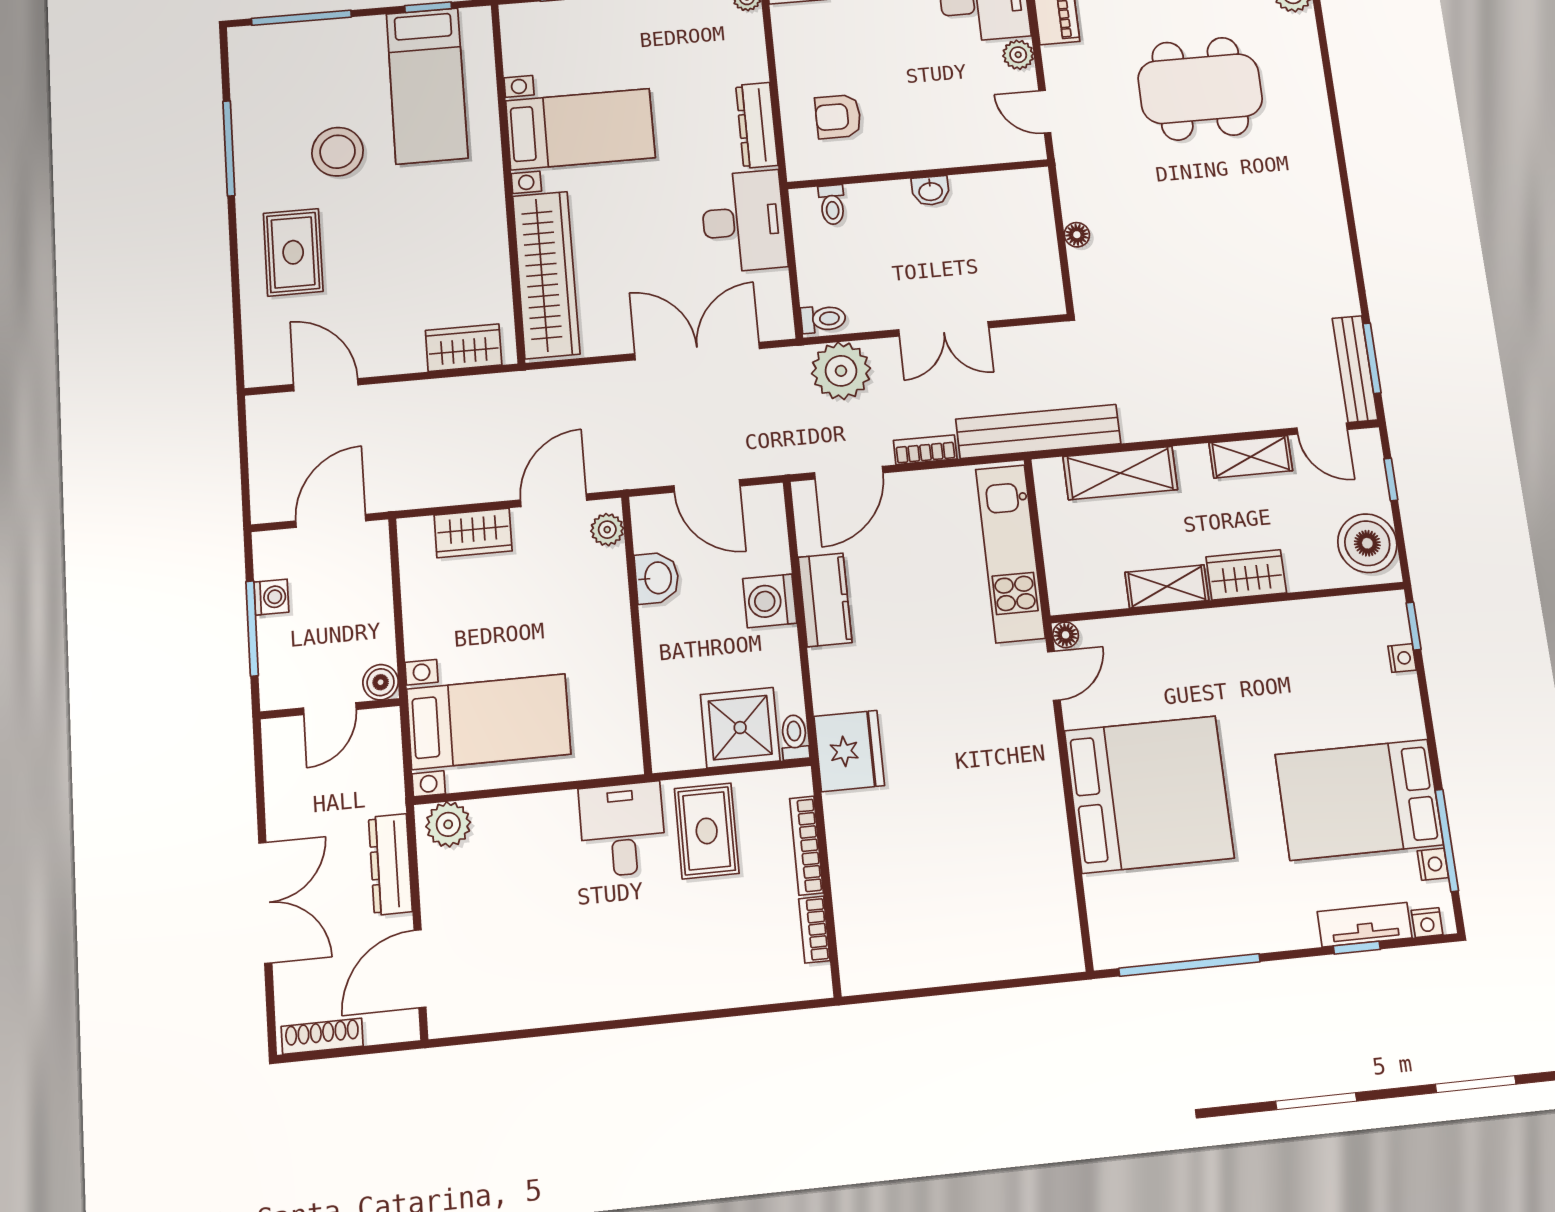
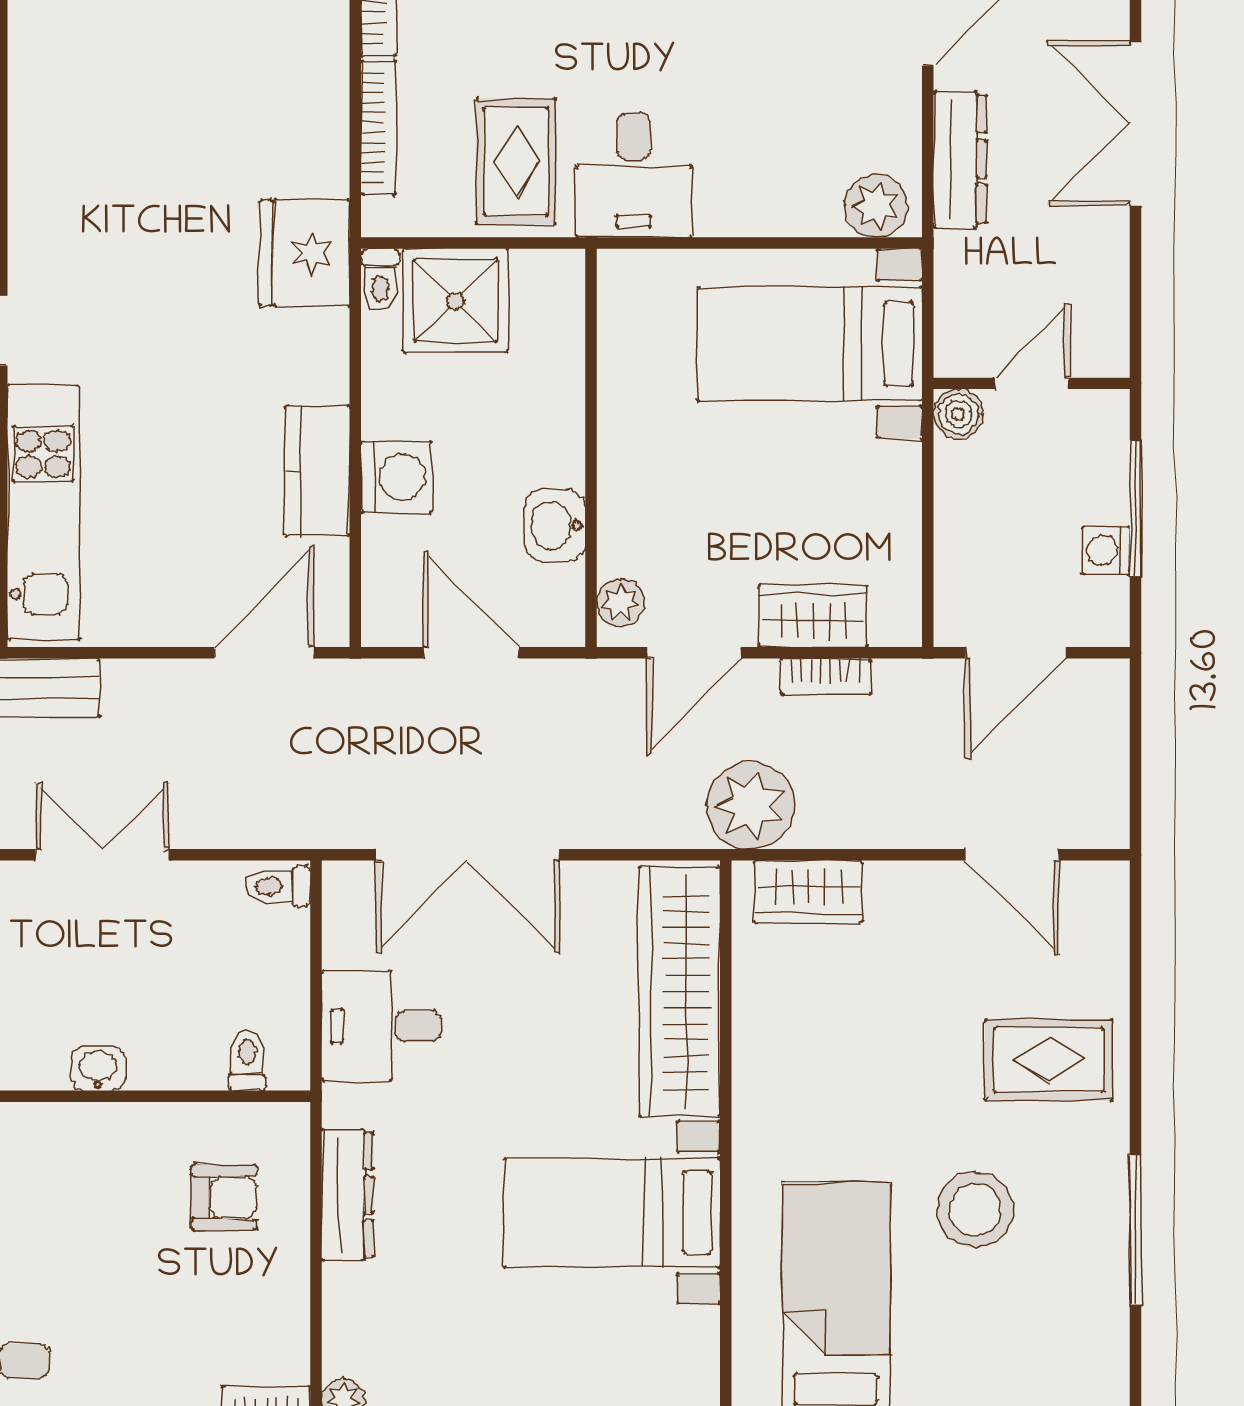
desk: (744, 221) -> (381, 1026), width x0.73
rug: (293, 252) -> (1049, 1060), turned 90
plant: (841, 371) -> (750, 806), moved
bookcase: (925, 450) -> (826, 676), moved

